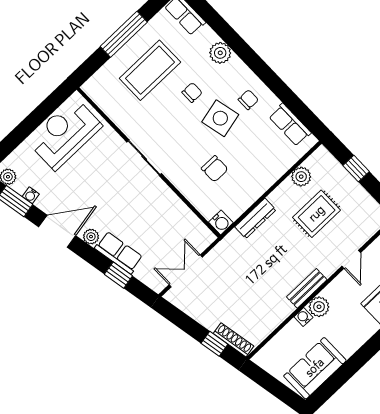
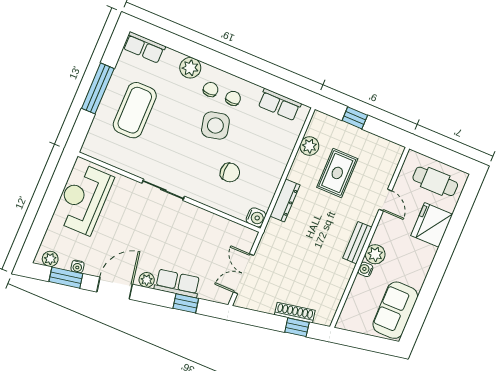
chair: (192, 93) -> (211, 90), moved
shoe rack: (233, 340) -> (295, 313), moved

